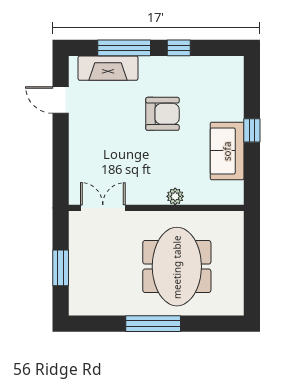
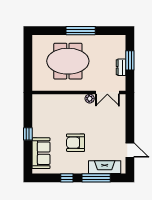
sofa: (227, 151) -> (41, 153), moved
plant: (175, 196) -> (90, 99), moved
dresser: (77, 255) -> (121, 67), added
meeting table: (177, 267) -> (68, 61), turned 90

